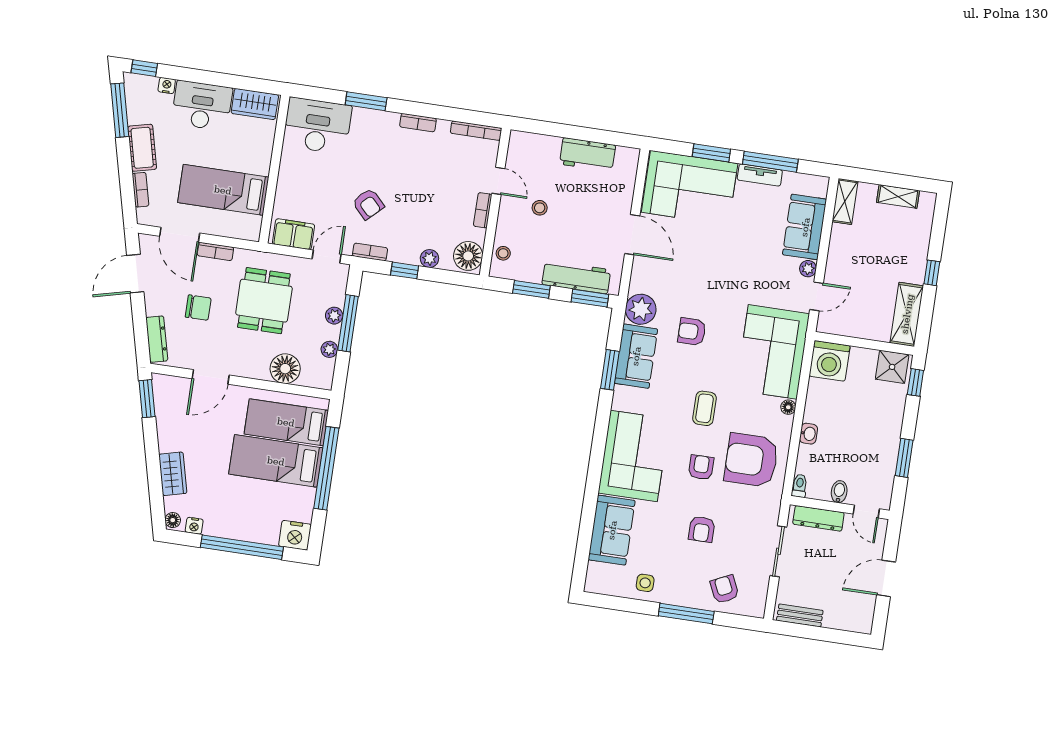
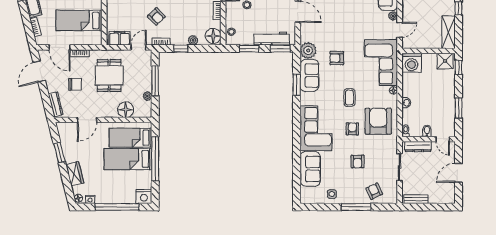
plant: (334, 316) -> (147, 78), removed
window: (147, 399) -> (59, 153), moved
armchair: (751, 460) -> (378, 121), turned 90

